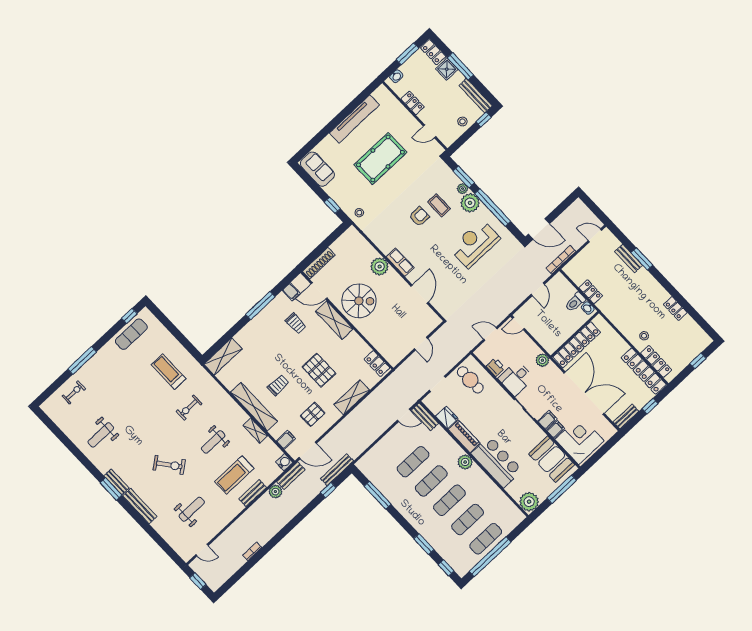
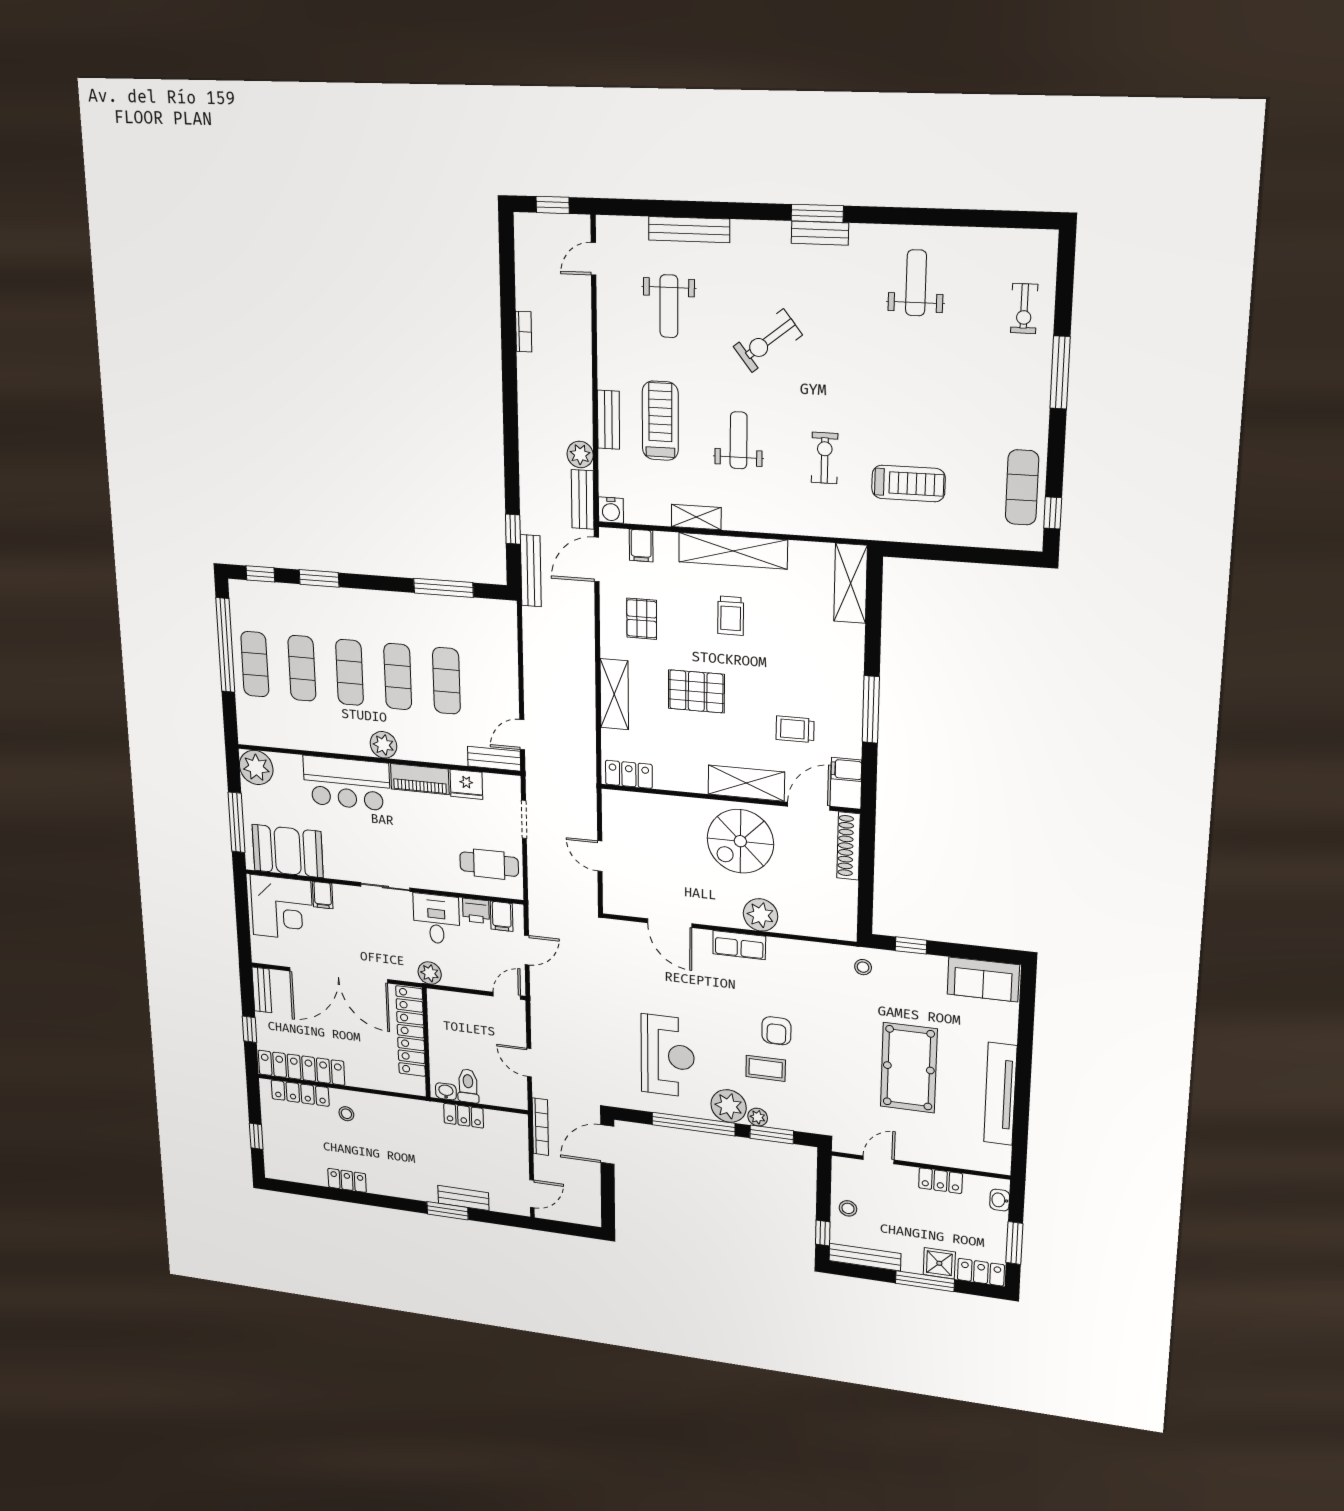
filing cabinet: (547, 420) -> (502, 916), moved
bench: (140, 506) -> (689, 230), moved

